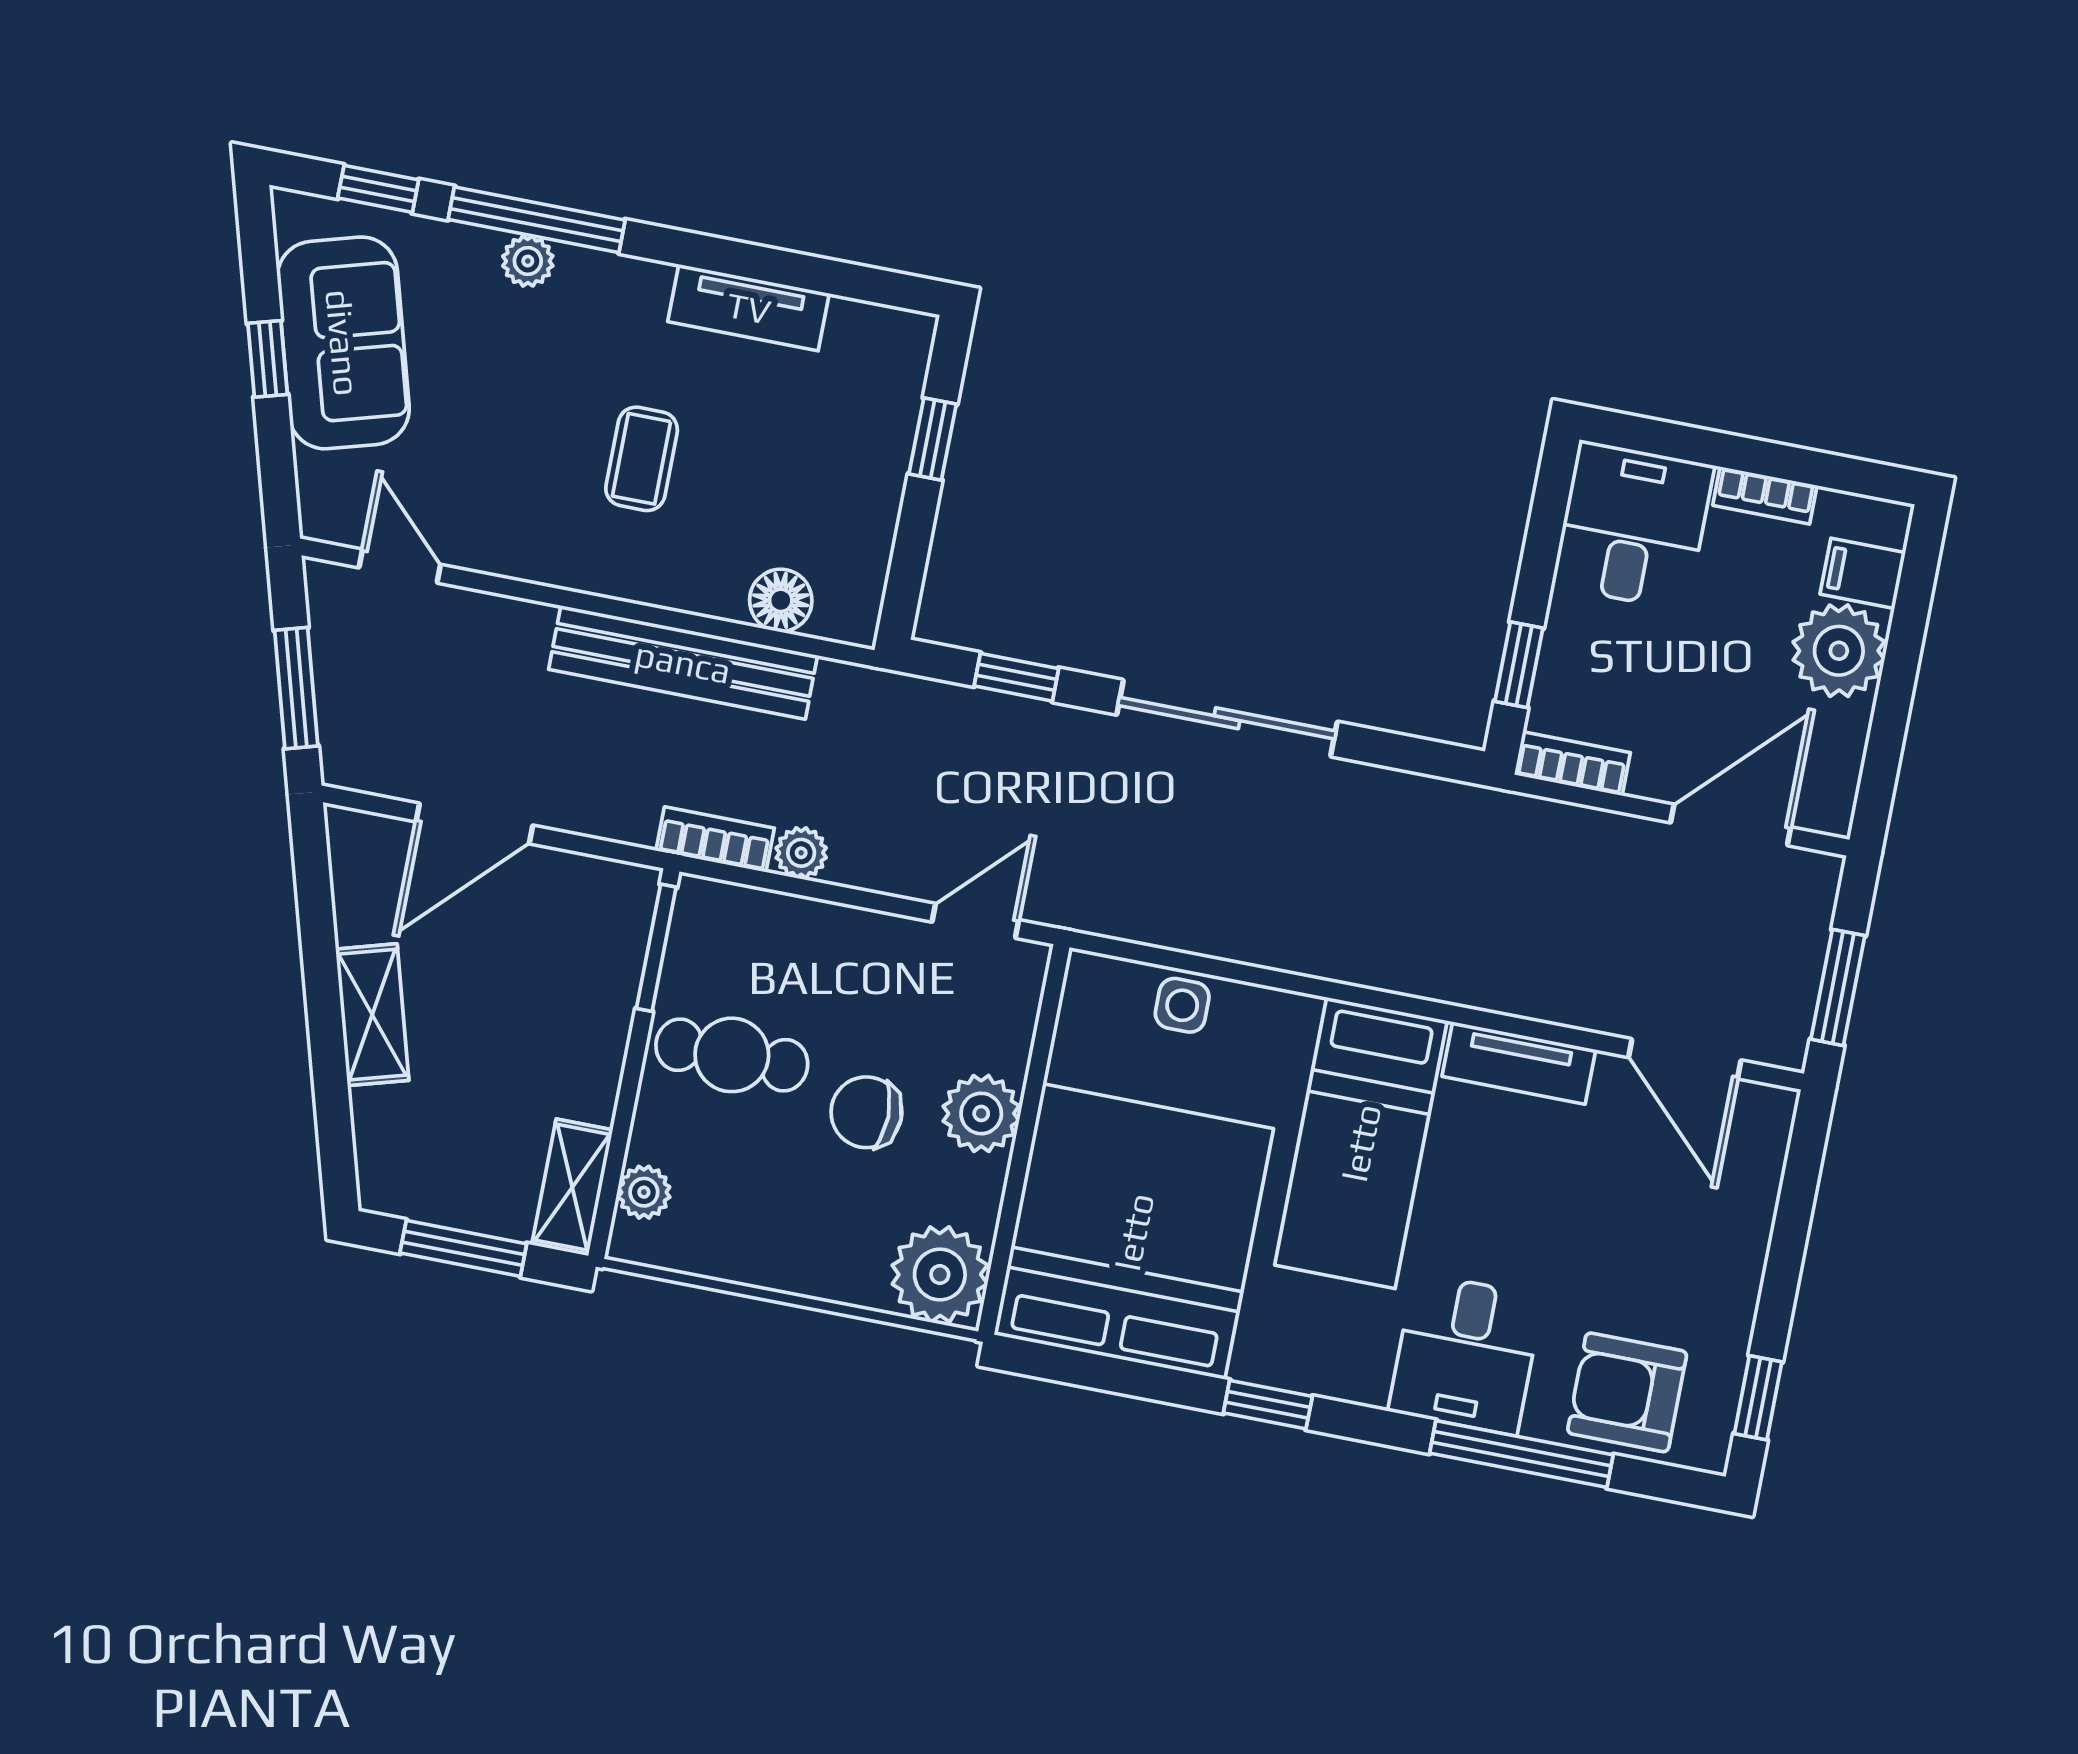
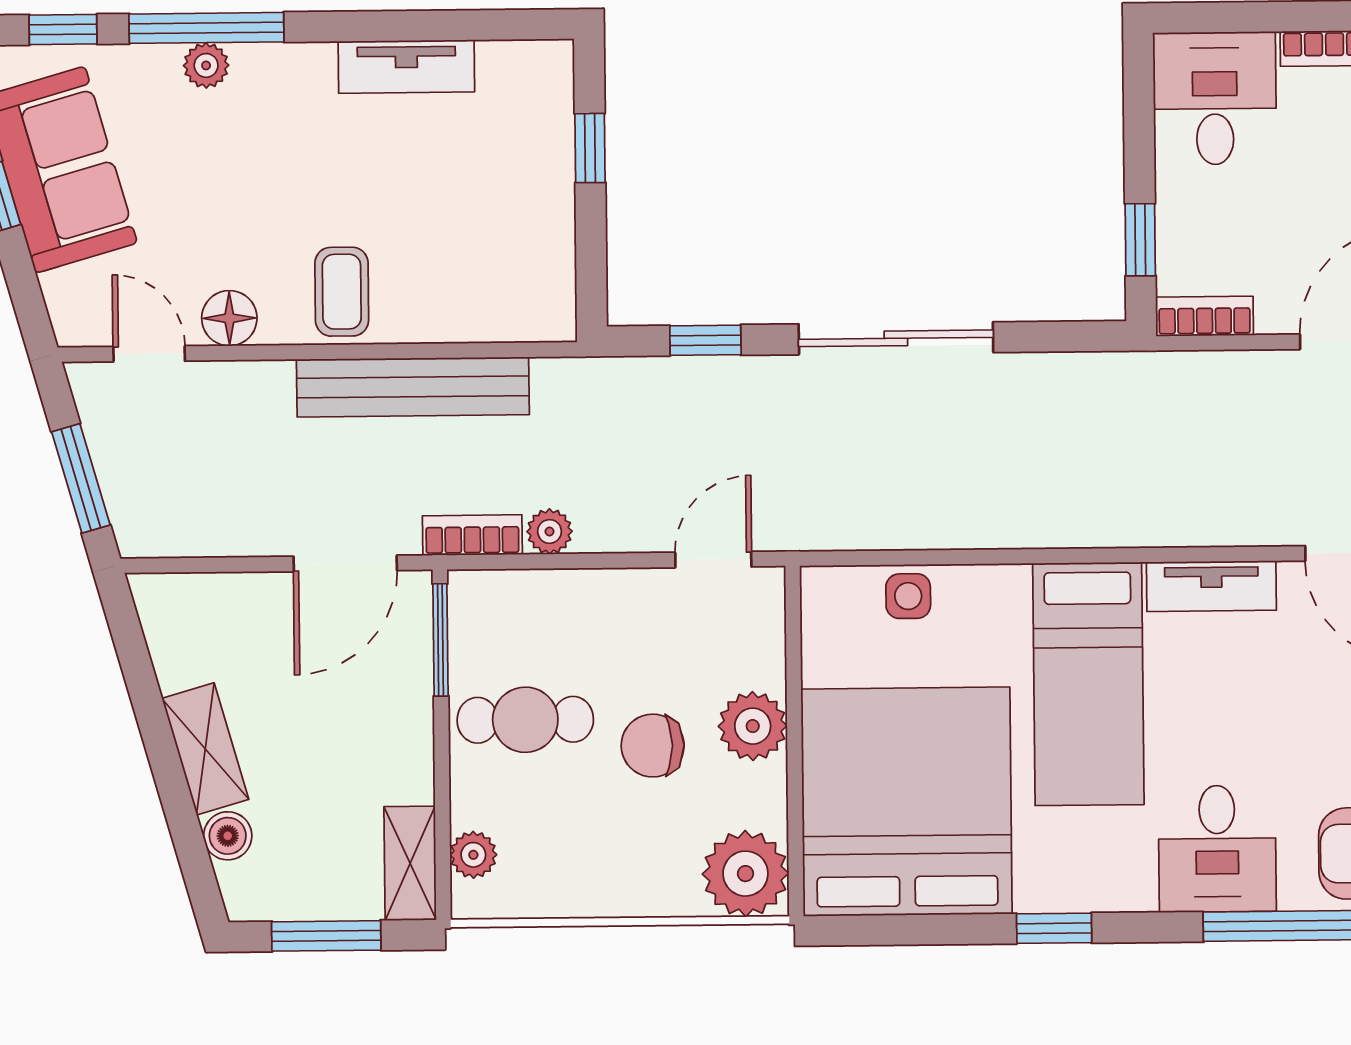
coffee table: (642, 459) -> (342, 292), moved
floor lamp: (781, 600) -> (229, 318), moved
door: (474, 823) -> (345, 563), moved
boiler: (377, 1116) -> (228, 836), added

